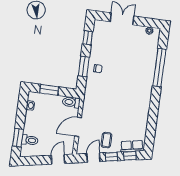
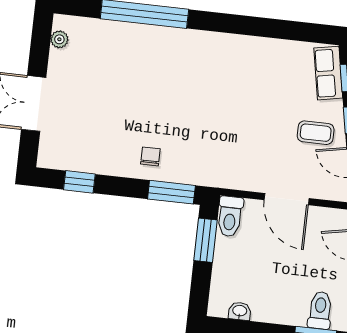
window: (84, 66) -> (171, 192), moved
window: (49, 90) -> (206, 240), moved

